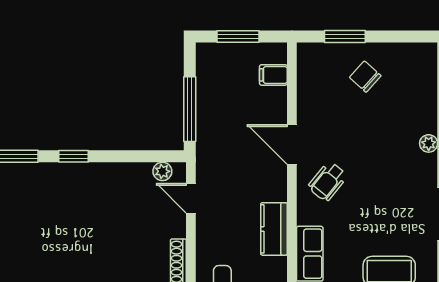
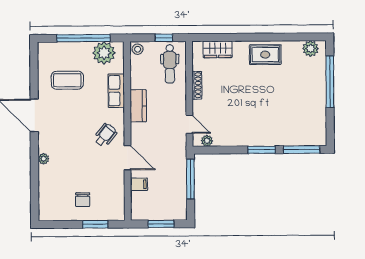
filing cabinet: (273, 75) -> (139, 184), moved
chair: (365, 77) -> (83, 200), turned 48
window: (74, 156) -> (262, 150), width x1.50

